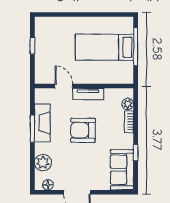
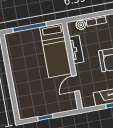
bed: (104, 47) -> (56, 50), moved
tv unit: (88, 94) -> (76, 49), moved

